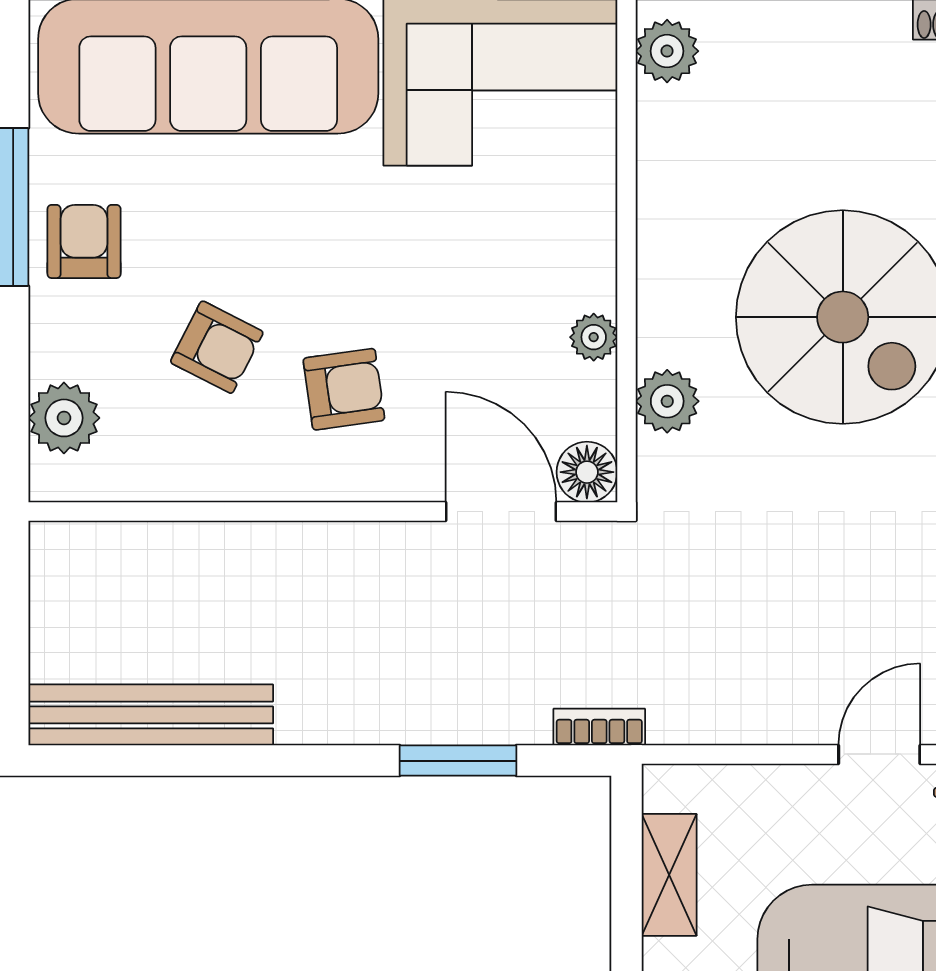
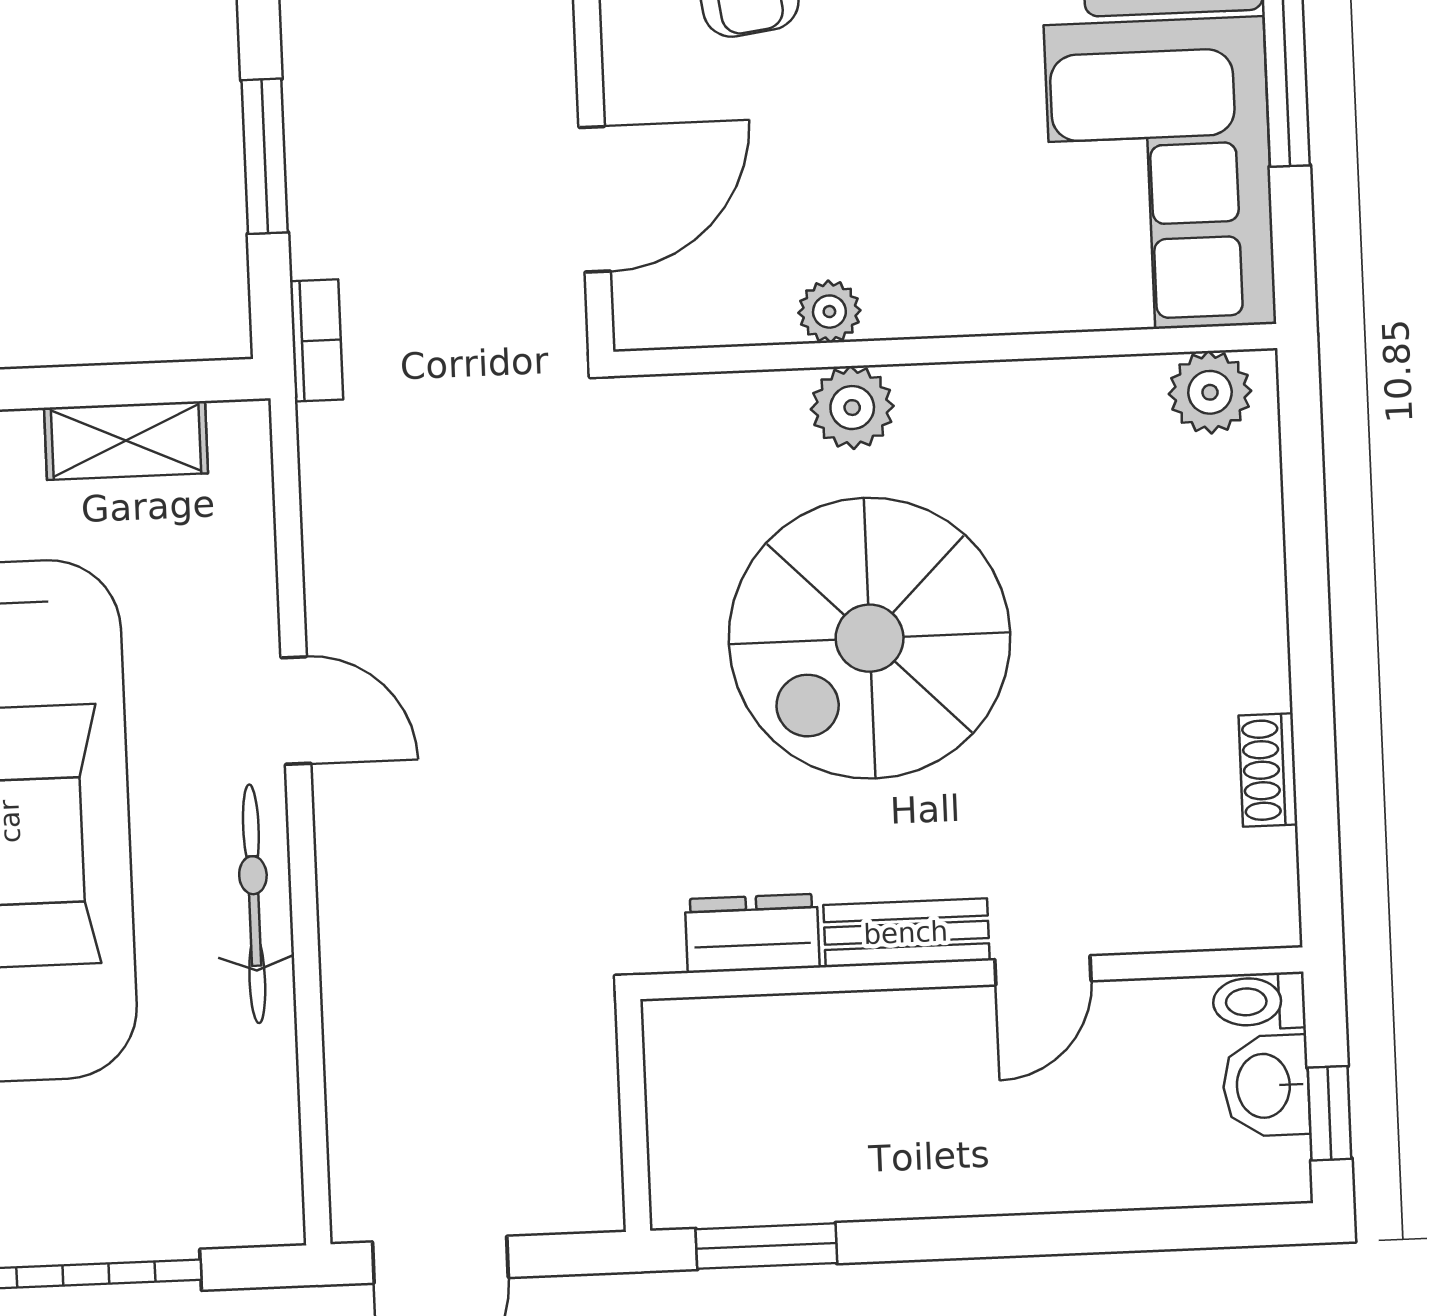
plant: (667, 401) -> (852, 408), moved
floor lamp: (587, 472) -> (651, 310), removed

